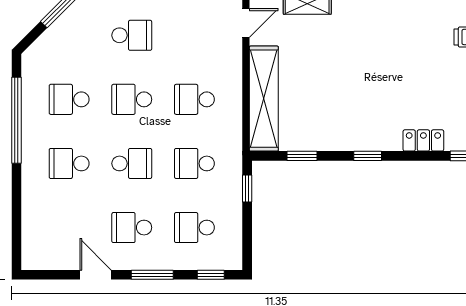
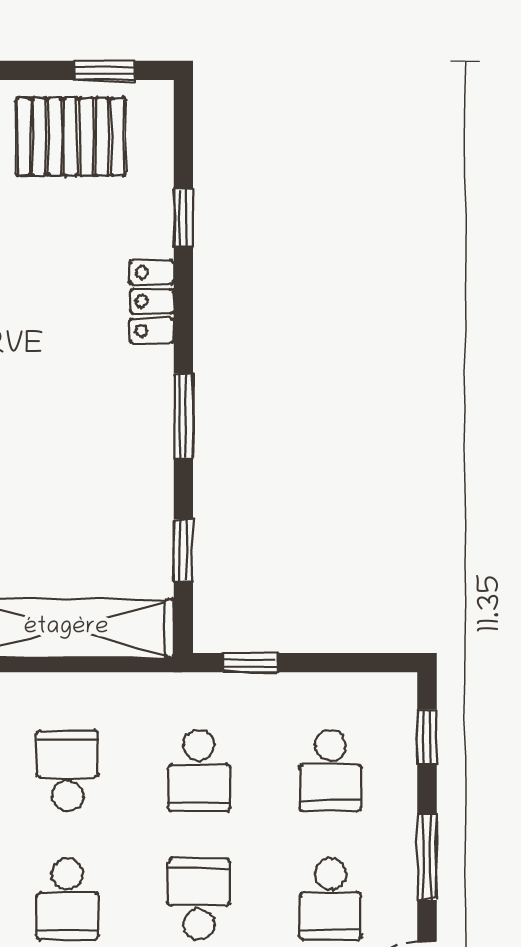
school desk: (194, 99) -> (68, 771), turned 180
window: (368, 156) -> (183, 416), width x1.50

